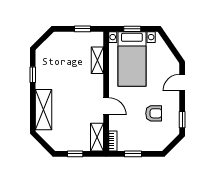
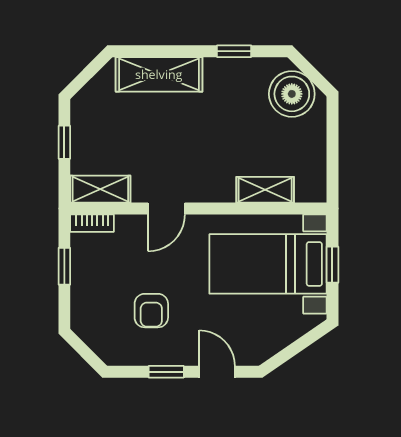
window: (82, 29) -> (332, 158), removed
boiler: (53, 48) -> (292, 94), added
window: (182, 120) -> (166, 372), moved

